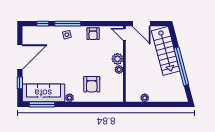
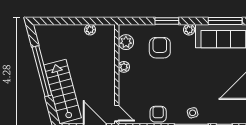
plant: (117, 59) -> (126, 42), moved
window: (86, 104) -> (167, 21), added

